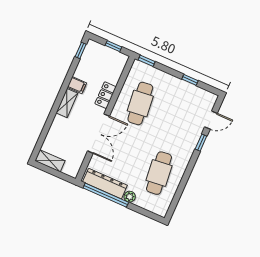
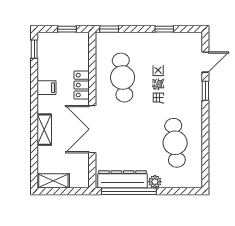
shelving: (67, 103) -> (44, 130), moved
double door: (99, 134) -> (92, 129), swing flipped

